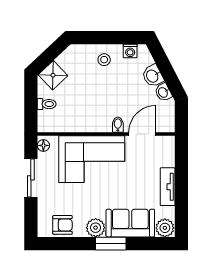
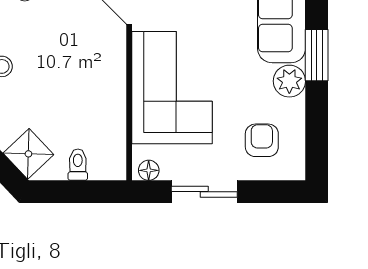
bidet: (118, 125) -> (113, 43), removed
armchair: (62, 225) -> (262, 140), moved

